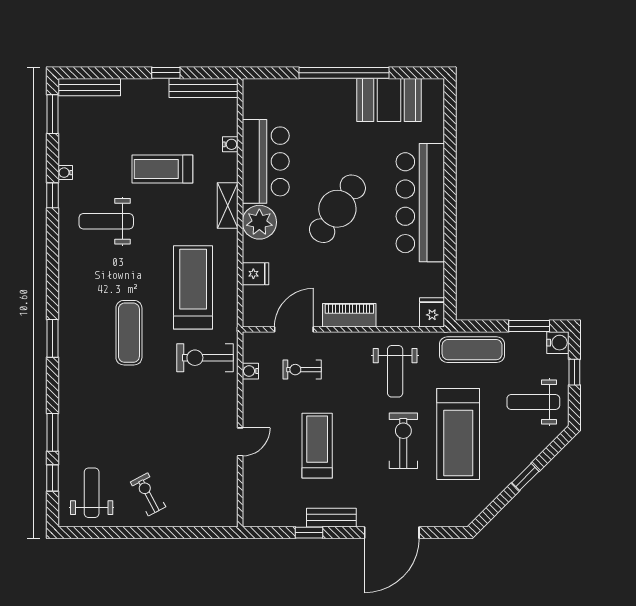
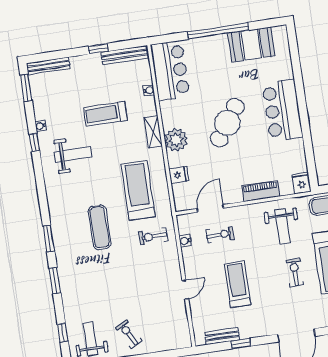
bar counter: (266, 161) -> (170, 71), moved
bar counter: (420, 203) -> (282, 110), width x0.73
weight bench: (106, 221) -> (73, 155), turned 180
piano: (349, 315) -> (261, 191), moved
exercise bike: (205, 358) -> (153, 236), width x0.73, depth x0.72
exercise bike: (302, 370) -> (220, 235), turned 180
window: (52, 432) -> (55, 281), moved
exercise bike: (403, 441) -> (295, 272), width x0.73, depth x0.72
bench: (331, 518) -> (222, 336), moved

